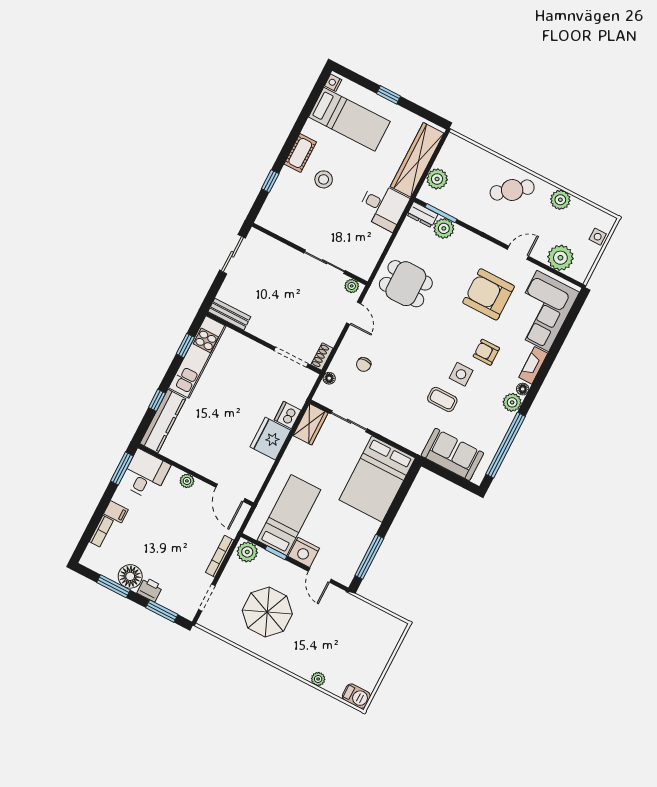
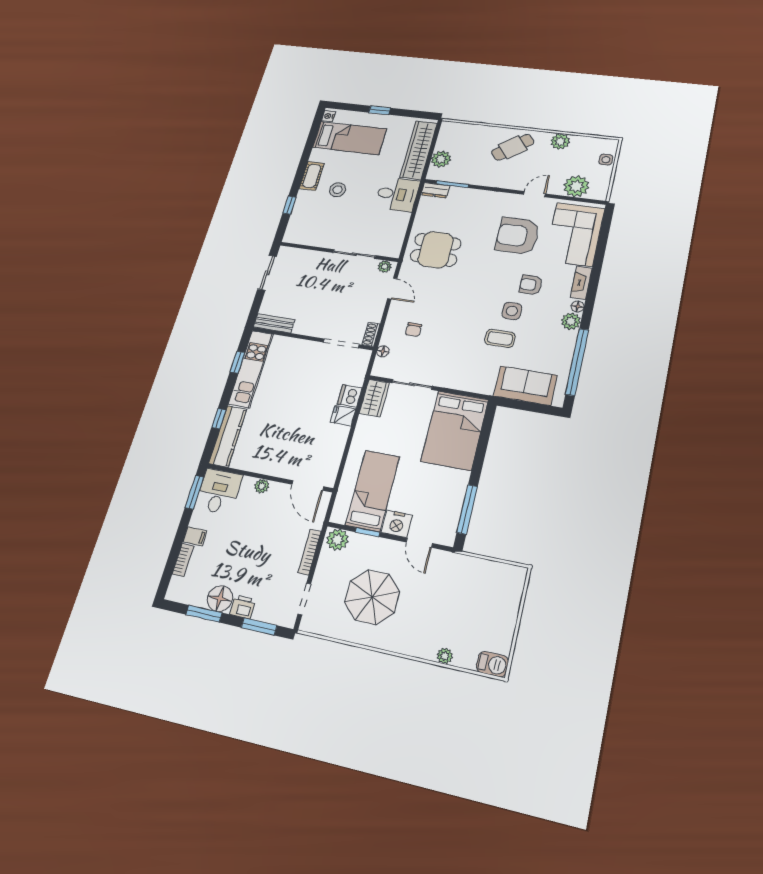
plant: (444, 228) -> (459, 195), removed
fridge: (270, 439) -> (343, 416), width x0.53, depth x0.75

